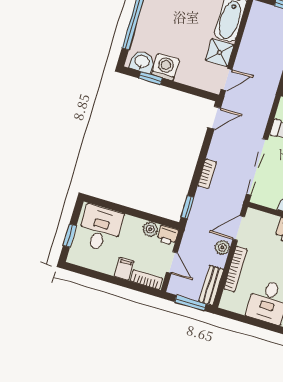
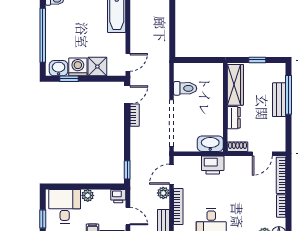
shower: (220, 53) -> (97, 67), moved
bookcase: (207, 174) -> (135, 115), moved
plant: (150, 229) -> (88, 195), moved

